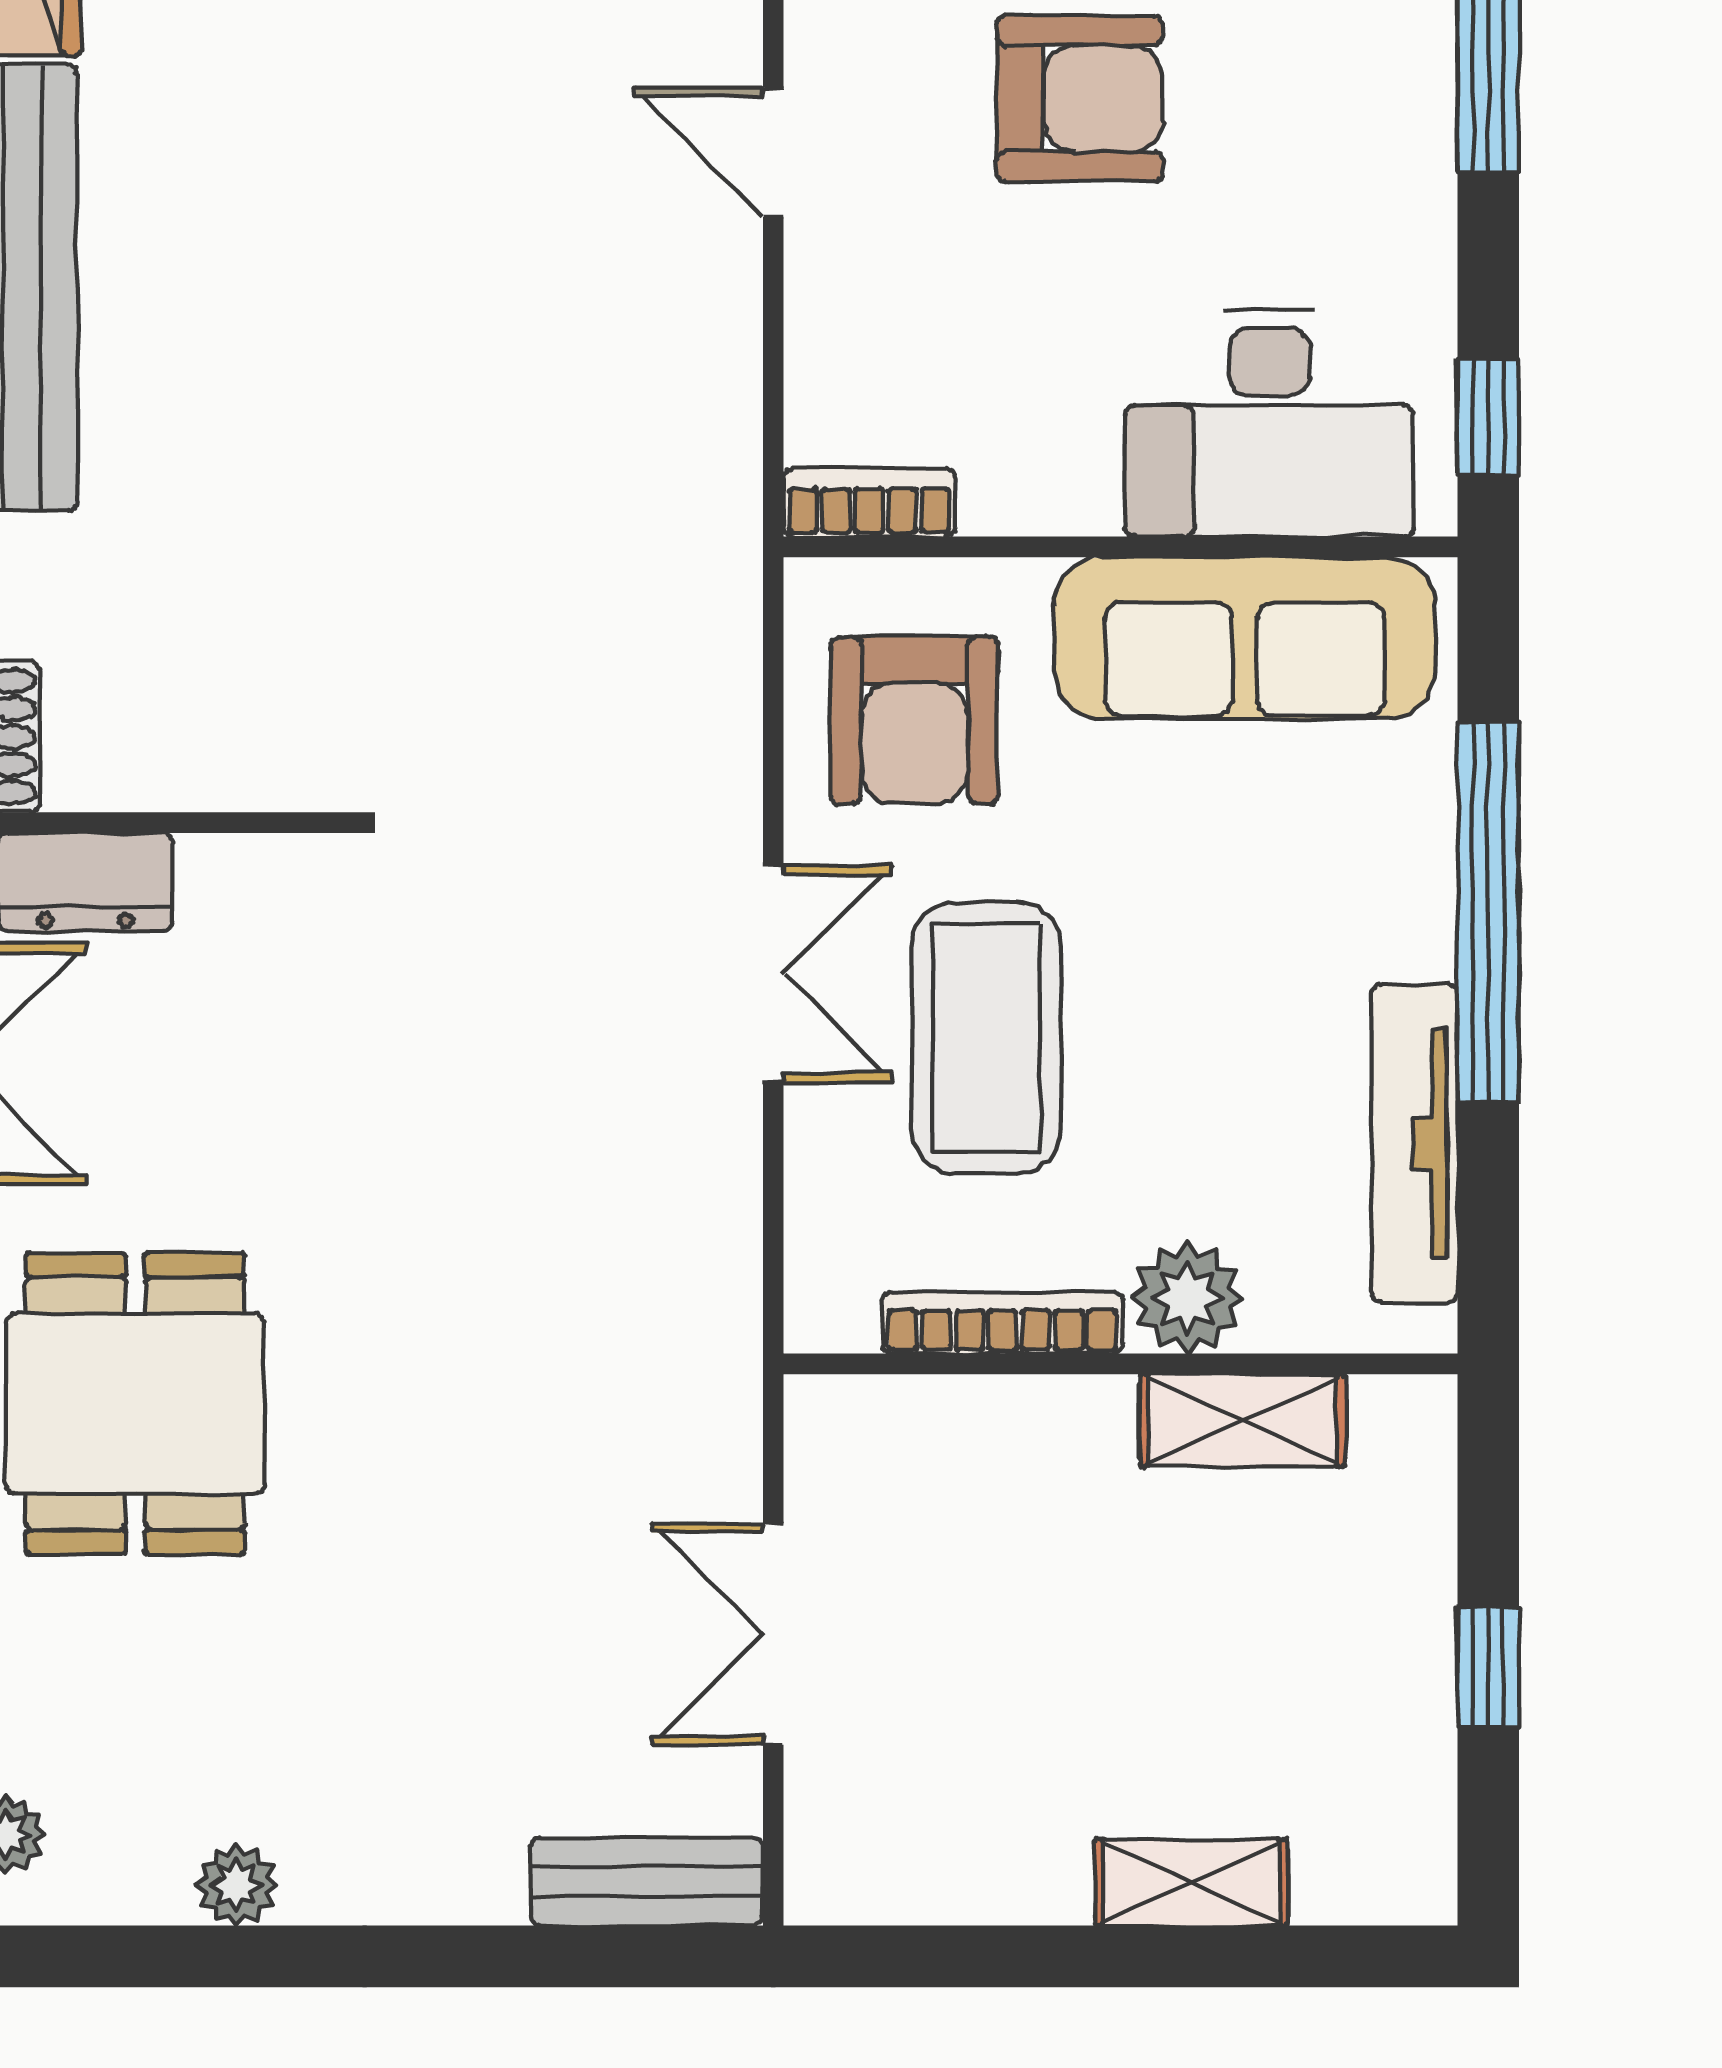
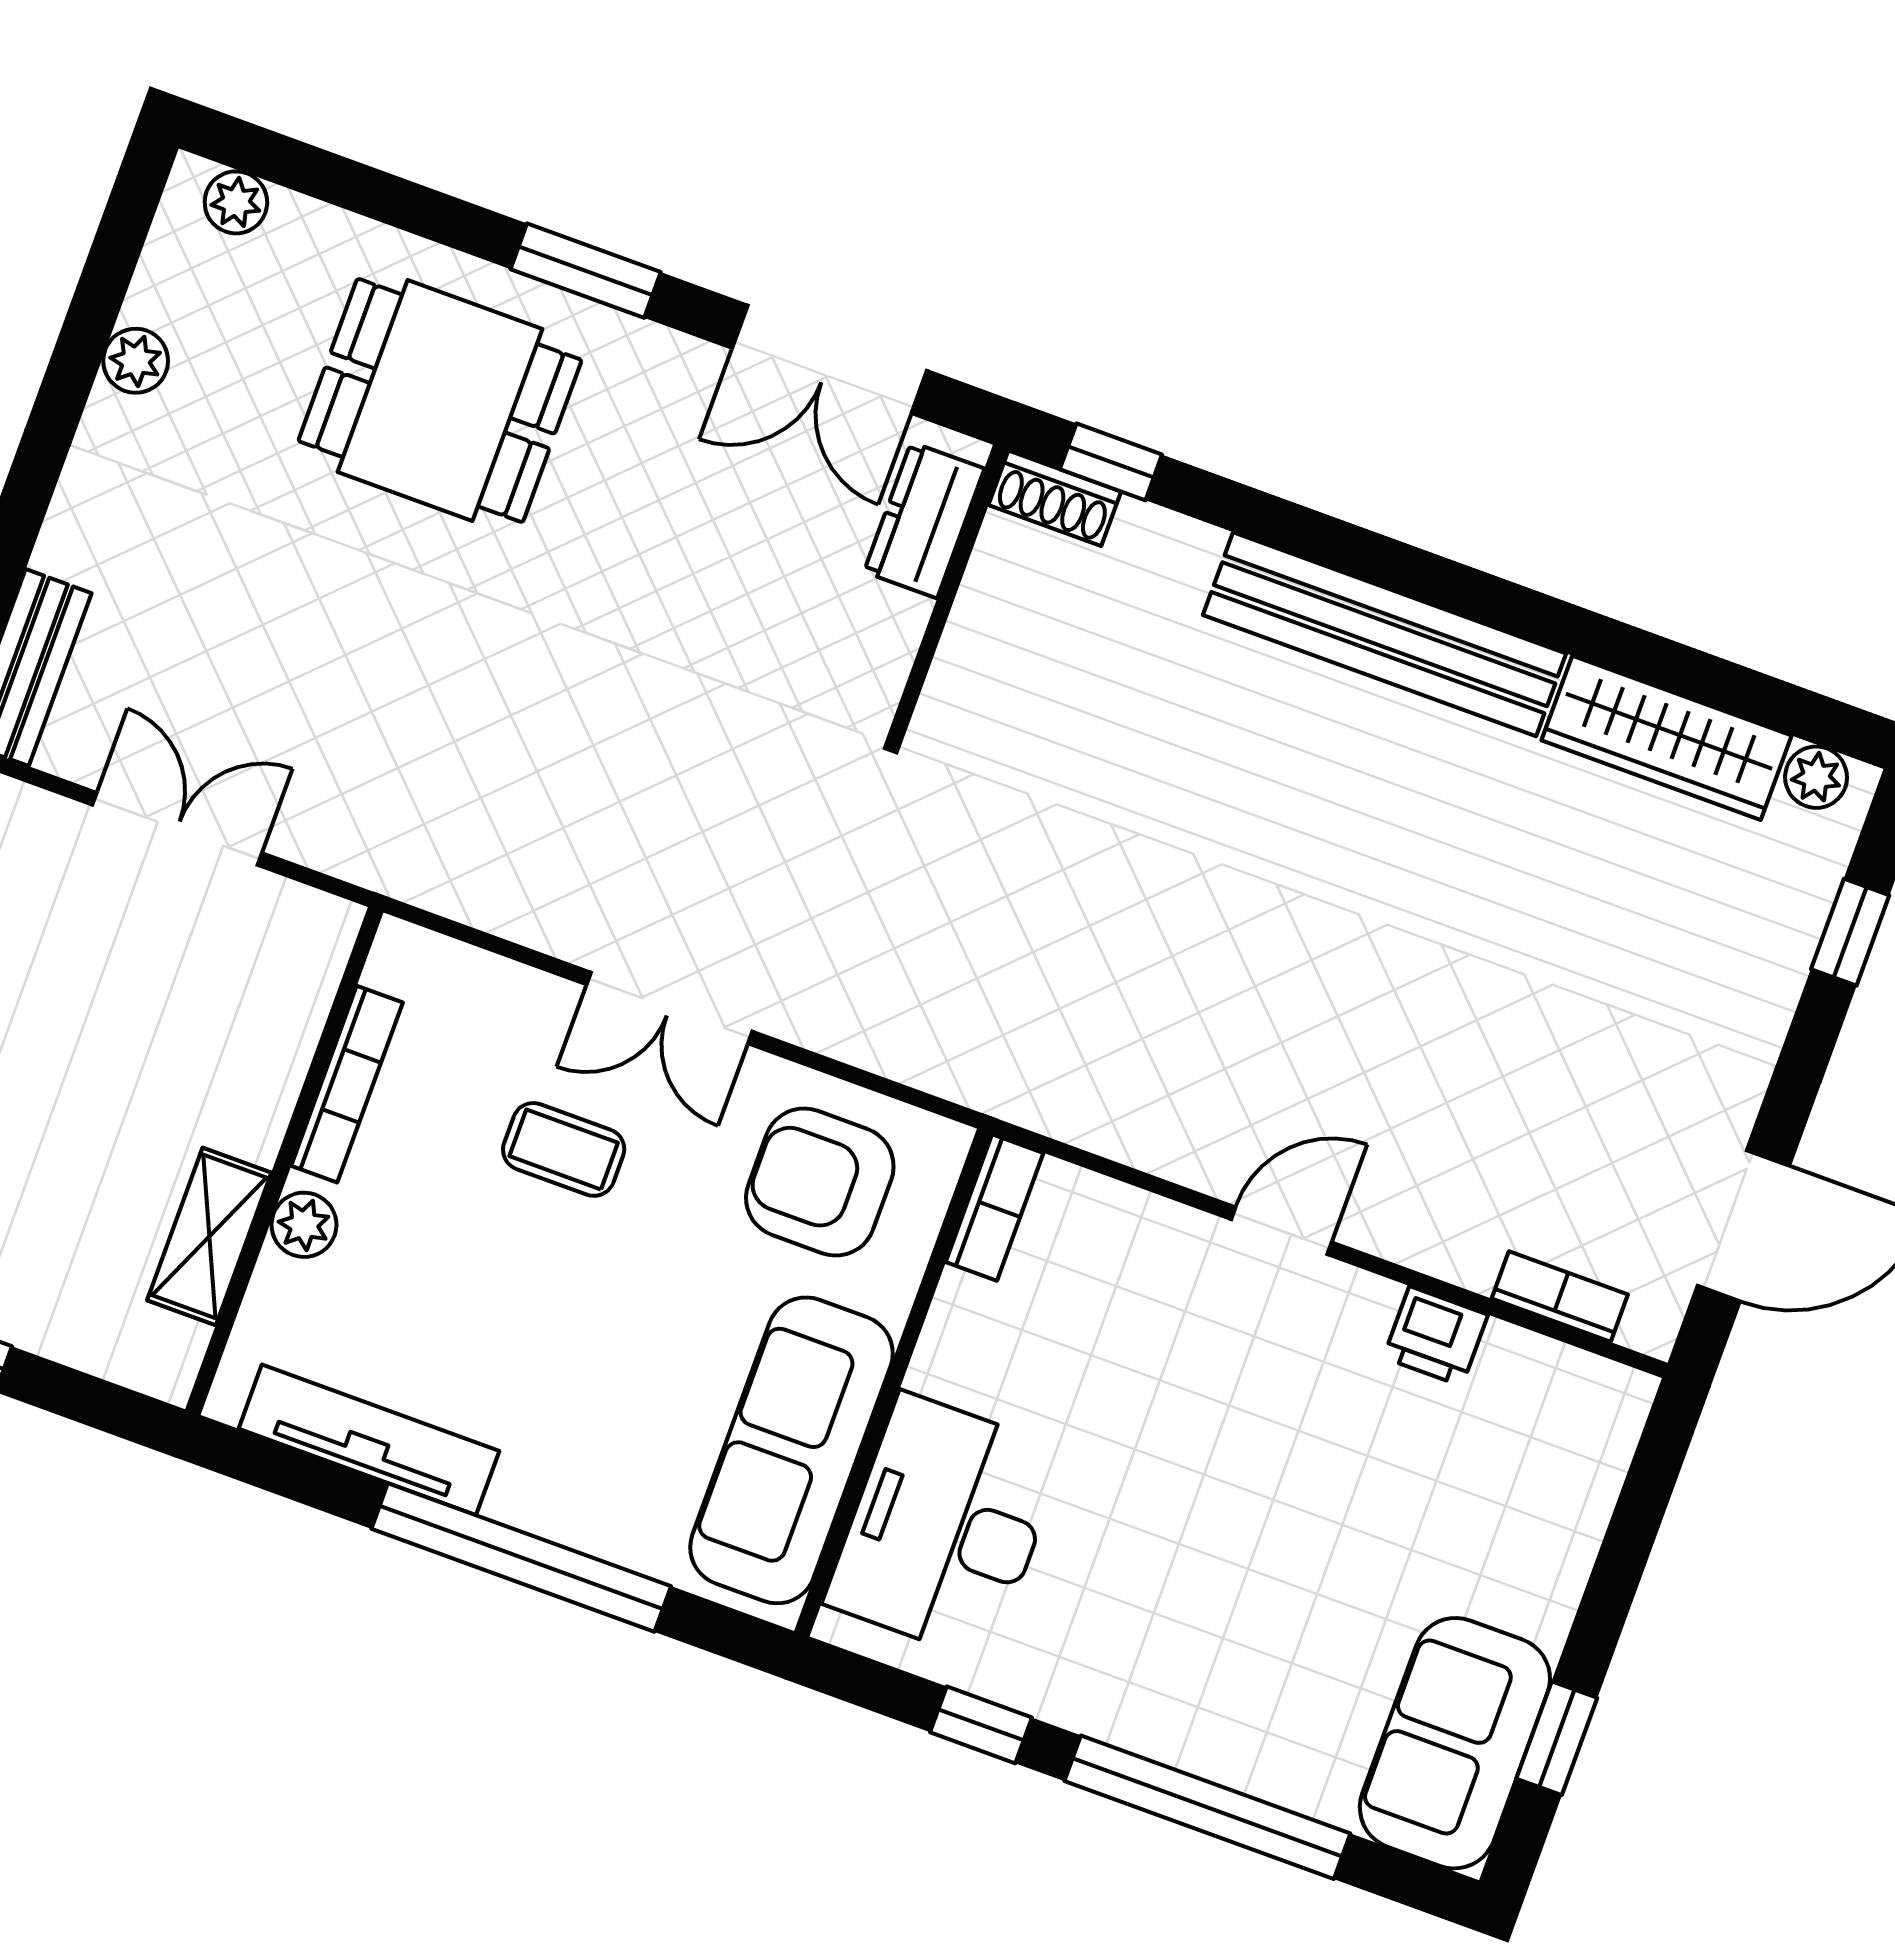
armchair: (1080, 99) -> (1238, 1474), removed
window: (1488, 417) -> (981, 1725), moved
coffee table: (986, 1038) -> (564, 1149), width x0.54, depth x0.58
plant: (1188, 1298) -> (304, 1225), width x0.73, depth x0.73
dining table: (135, 1404) -> (440, 400), moved

